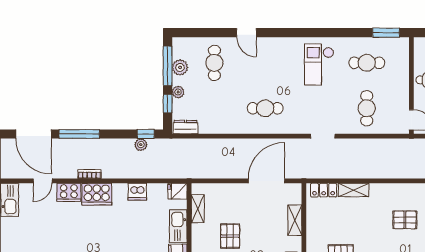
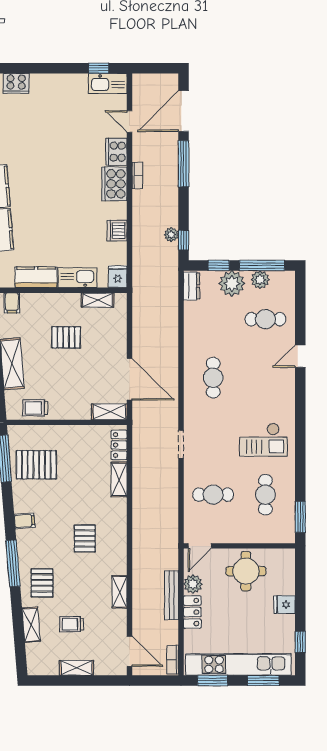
checkout: (319, 64) -> (264, 440), turned 180
plant: (178, 92) -> (232, 284), width x1.87, depth x1.87
shelving: (295, 220) -> (109, 412), moved

